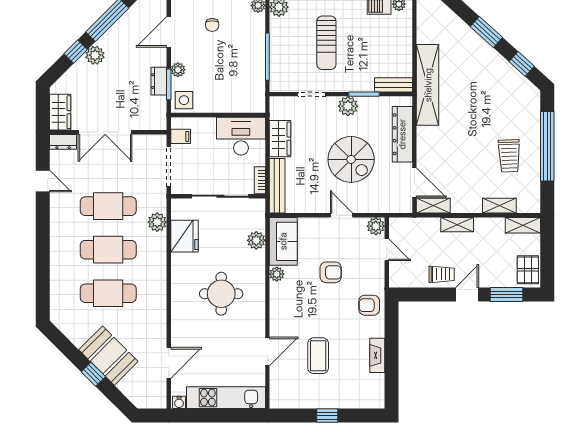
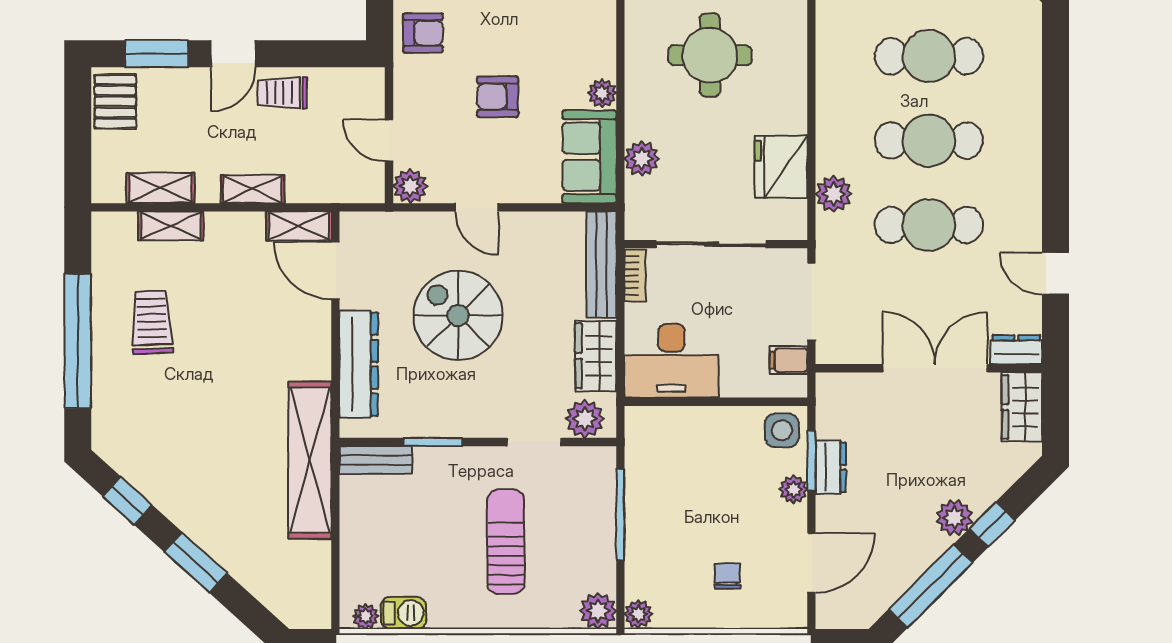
plant: (348, 106) -> (585, 419), moved
shelving: (523, 225) -> (160, 188), moved

